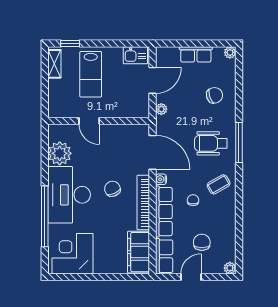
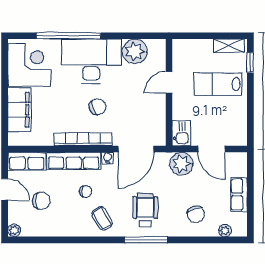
plant: (230, 52) -> (225, 230), moved
kitchen sink: (135, 55) -> (181, 133), moved, turned 180
plant: (161, 109) -> (181, 164), width x1.88, depth x1.88
filing cabinet: (139, 252) -> (19, 110), moved, turned 90

